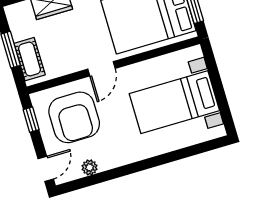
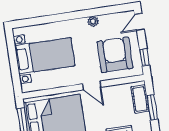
door: (101, 69) -> (92, 86), swing flipped
plant: (90, 167) -> (93, 21), moved

